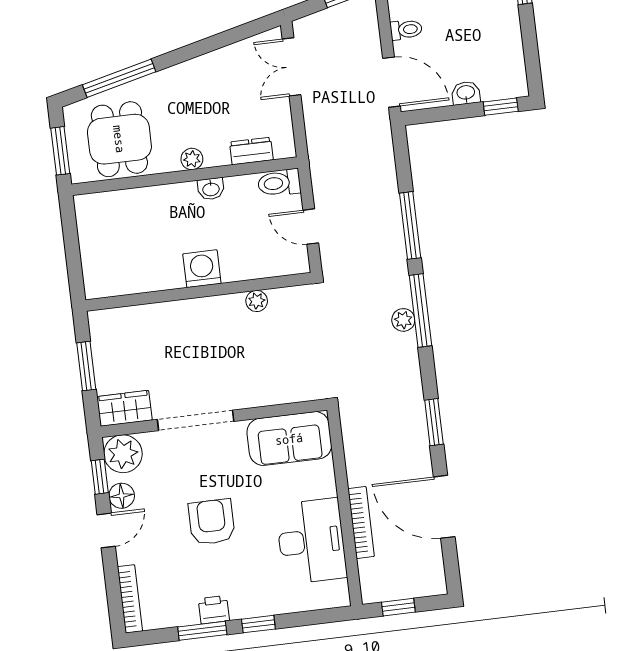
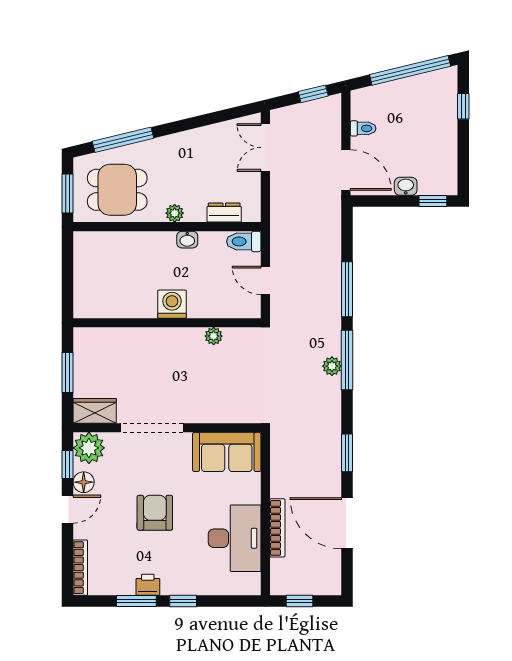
dining table: (119, 139) -> (117, 190), turned 90

